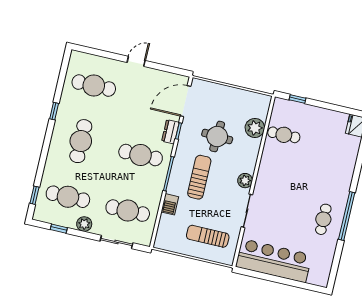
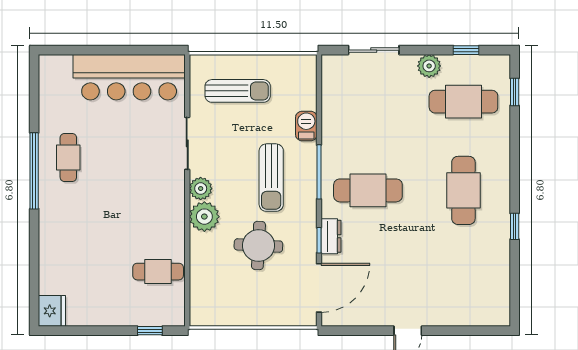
cafe table: (94, 86) -> (463, 279), removed
plant: (255, 128) -> (204, 217), moved
cafe table: (128, 211) -> (368, 102), removed

